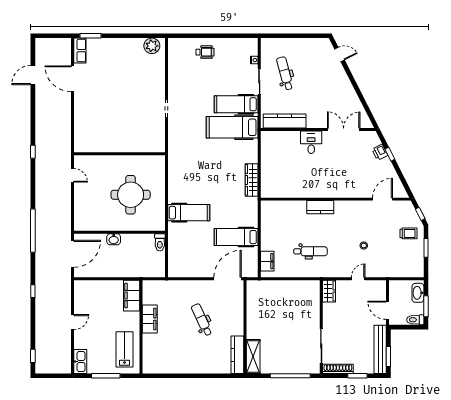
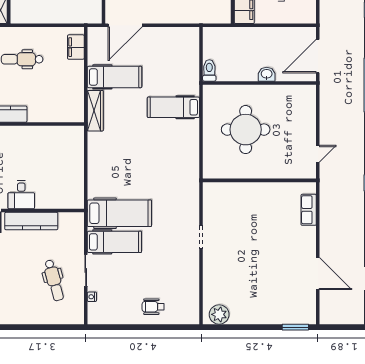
row of seats: (80, 51) -> (309, 210), moved
kitchen counter: (285, 121) -> (31, 221), moved
door: (72, 175) -> (318, 154), swing flipped
wardrobe: (252, 180) -> (95, 111), moved

